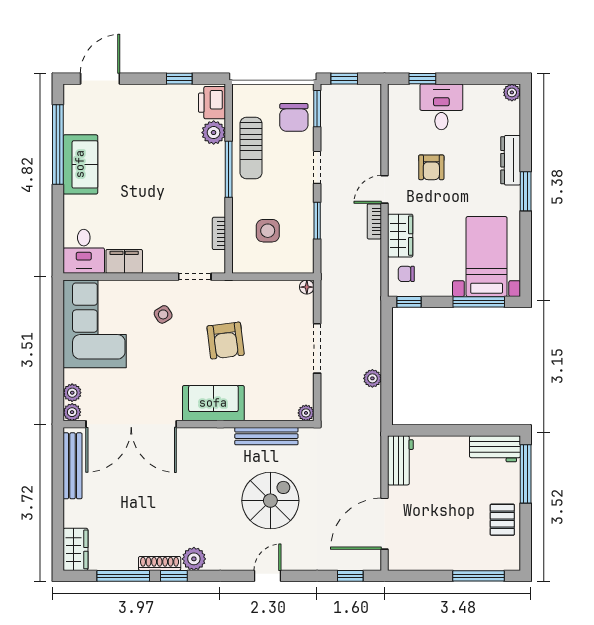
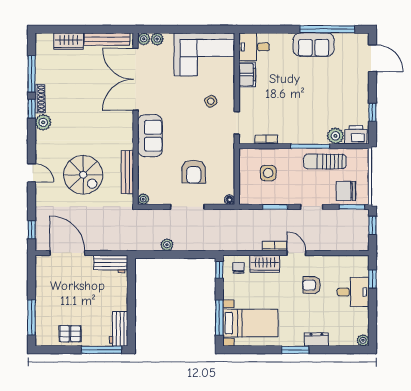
dresser: (511, 160) -> (316, 340), width x0.70
armchair: (226, 341) -> (194, 172), moved, turned -83
wardrobe: (76, 549) -> (69, 41), moved

